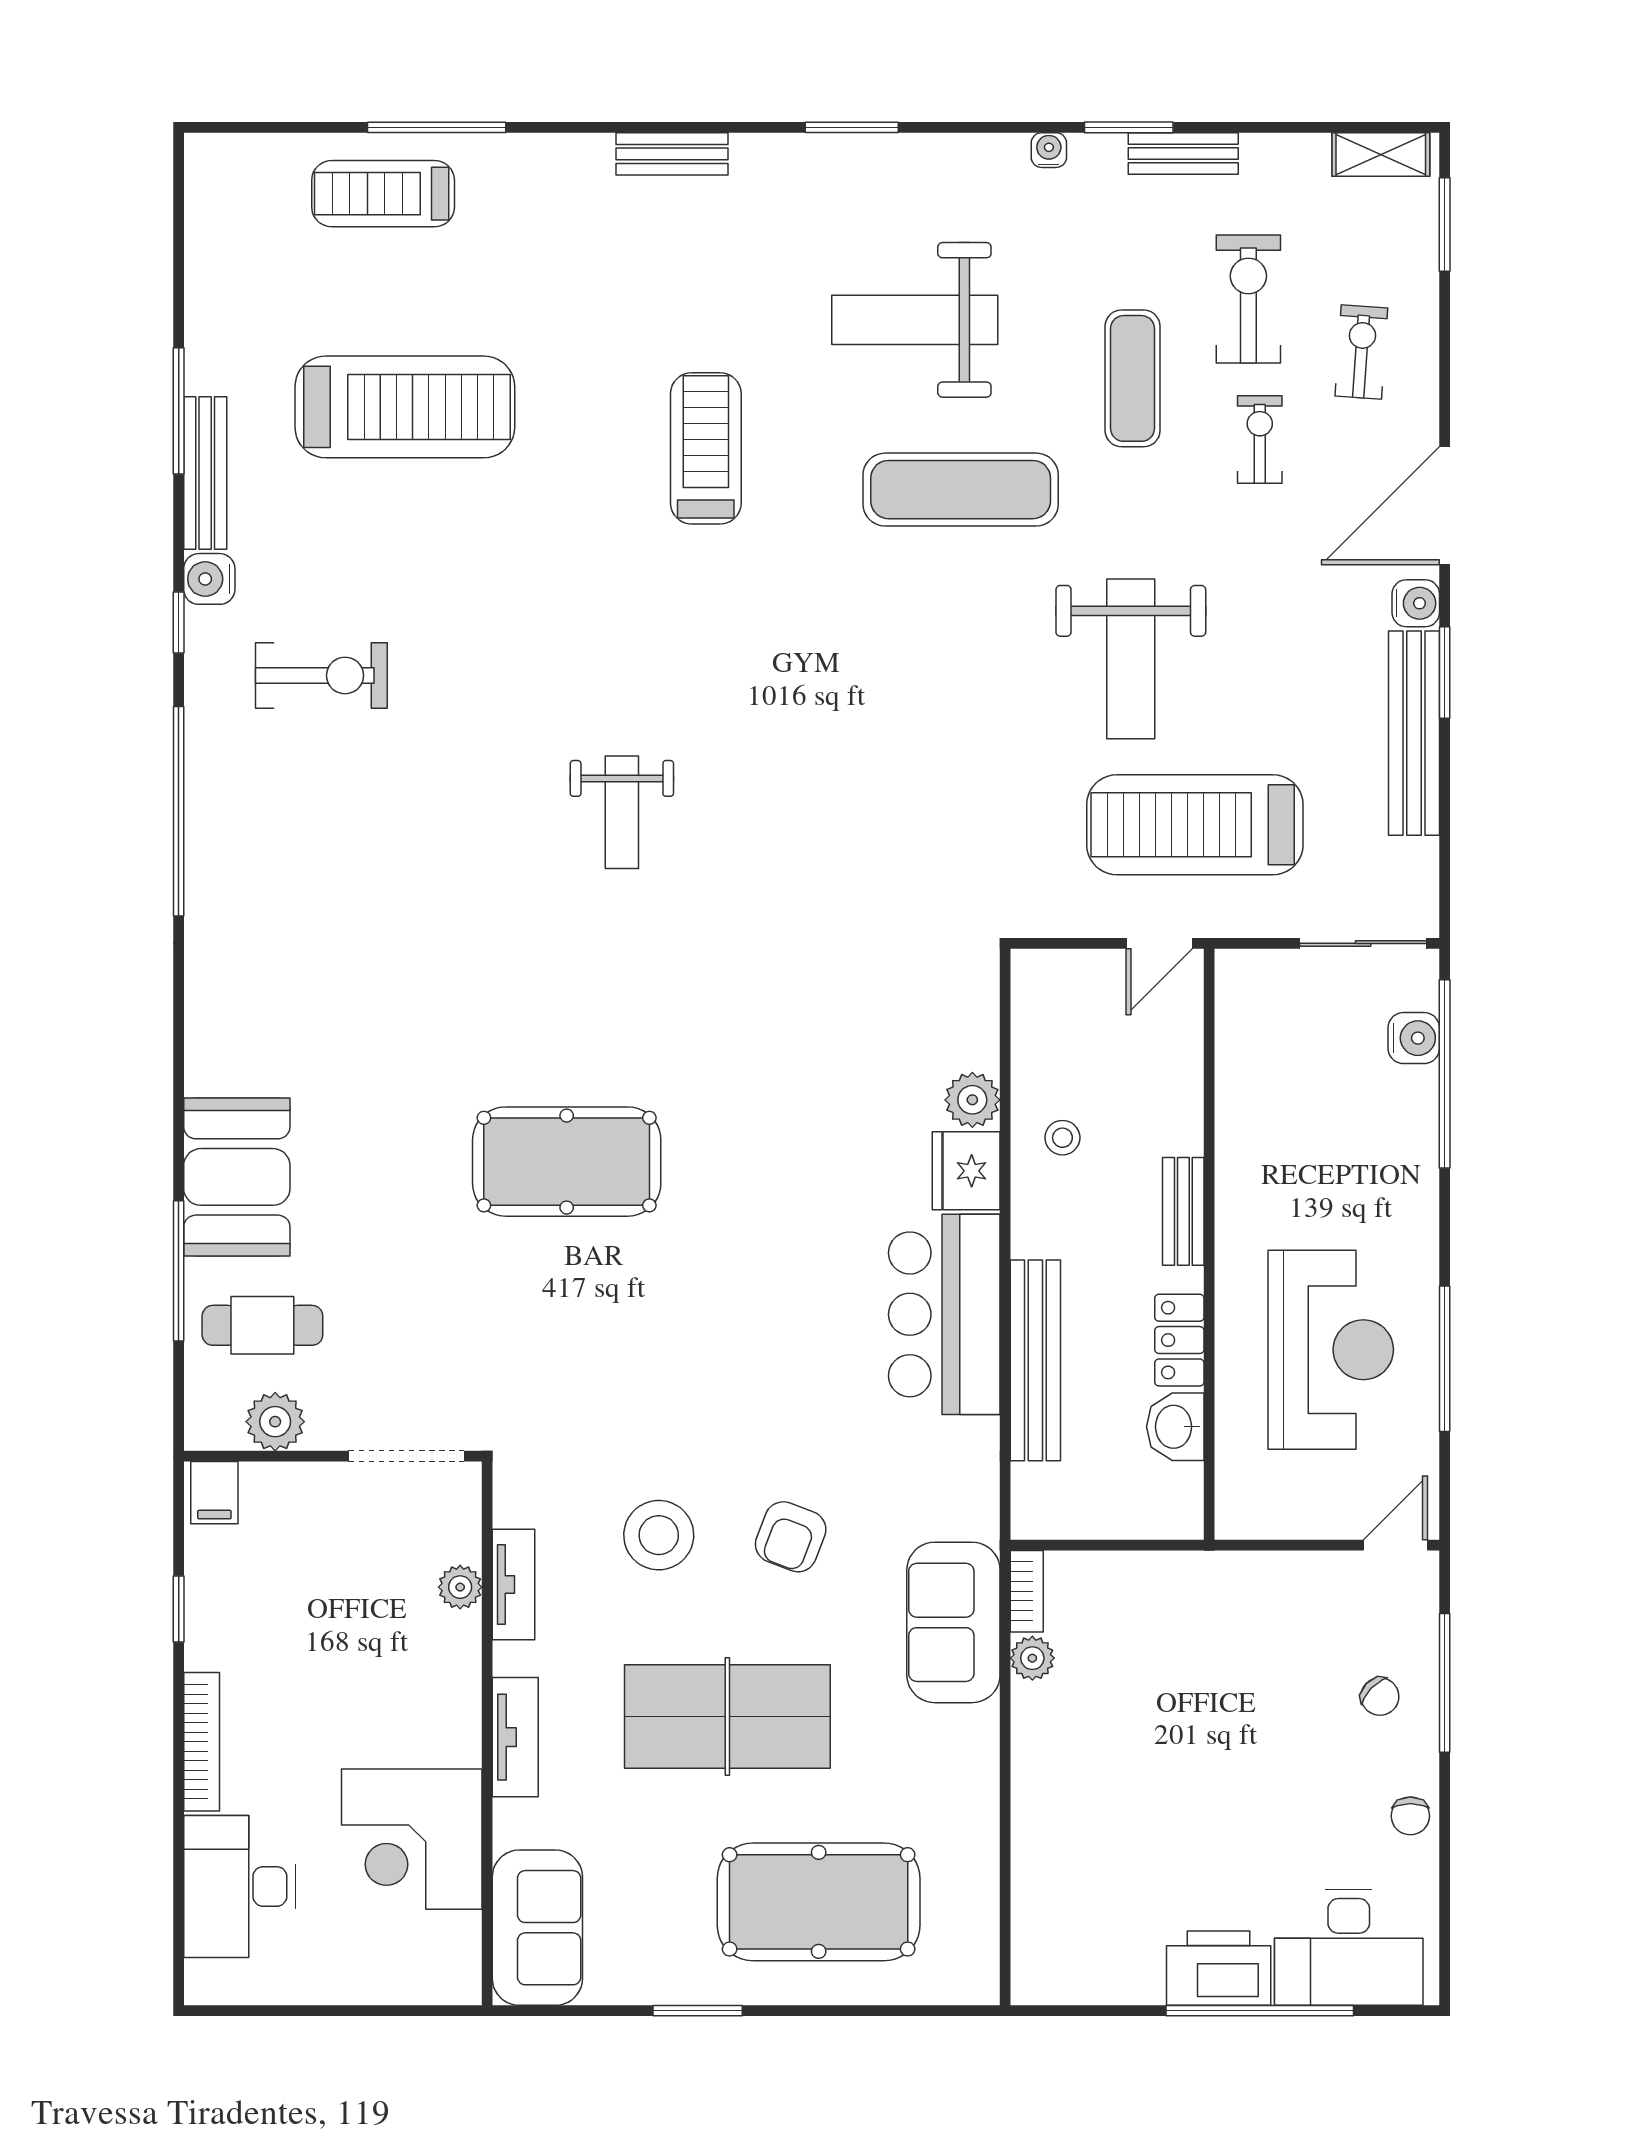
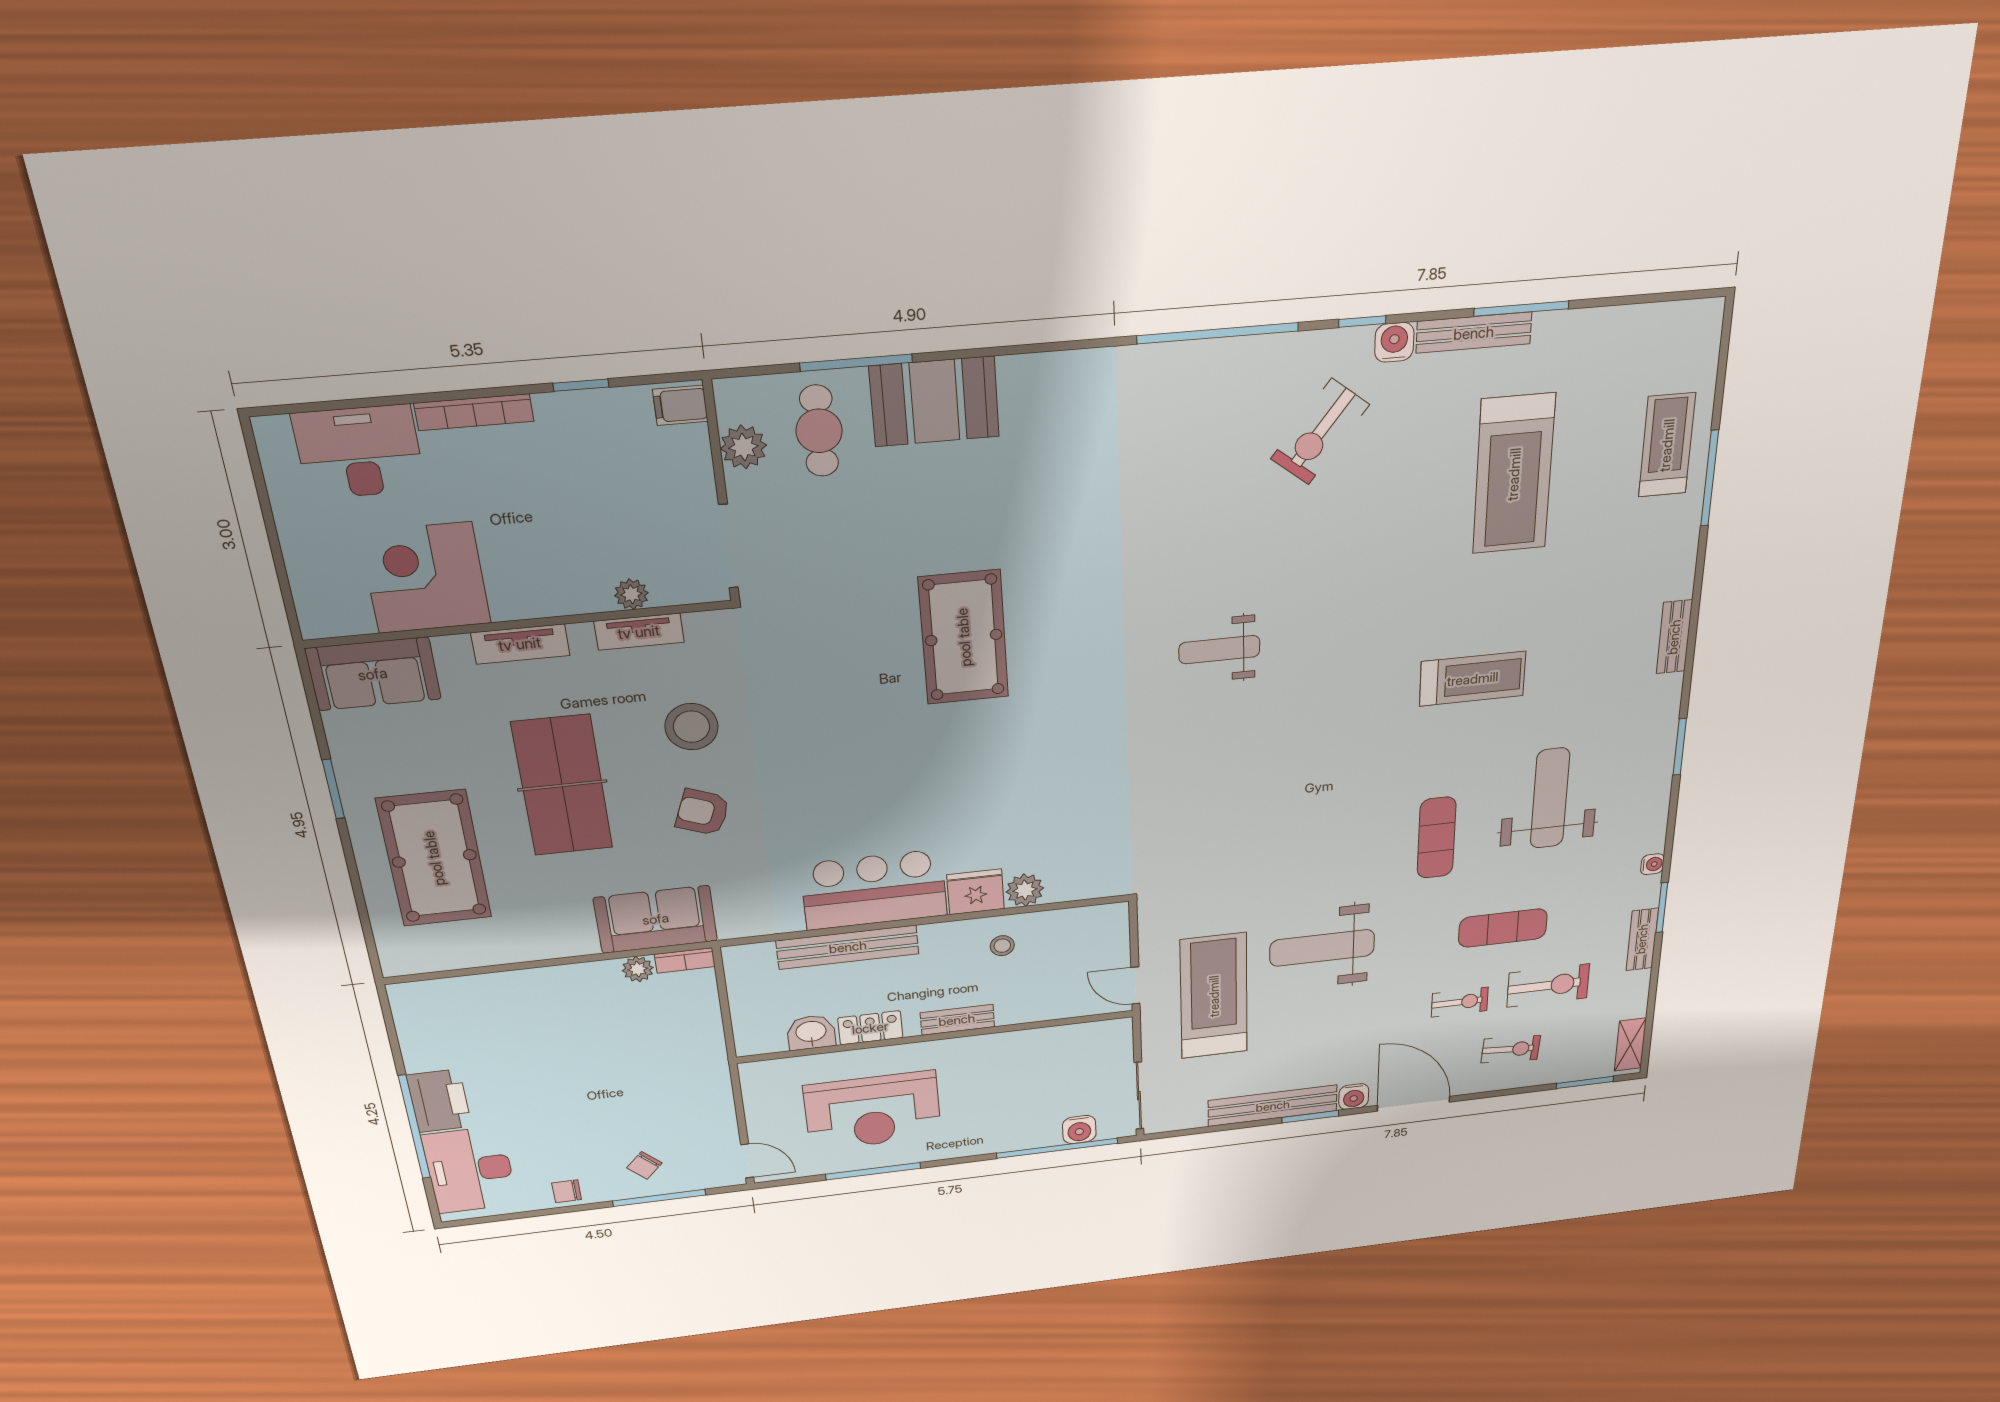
exercise mat: (961, 490) -> (1437, 838), width x0.73, depth x0.69
exercise bike: (321, 675) -> (1320, 432), turned 38

